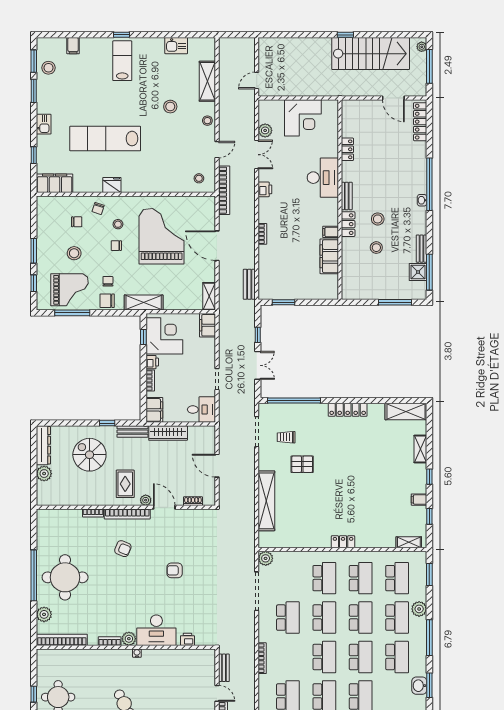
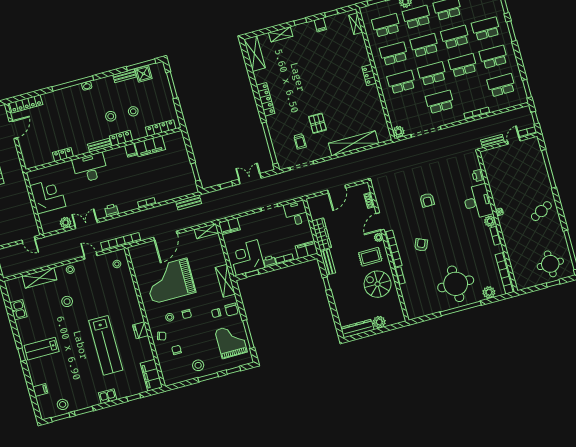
stool: (74, 253) -> (198, 365), moved
locker: (347, 275) -> (161, 128), added
spiral stairs: (89, 455) -> (378, 284), moved, turned 90

